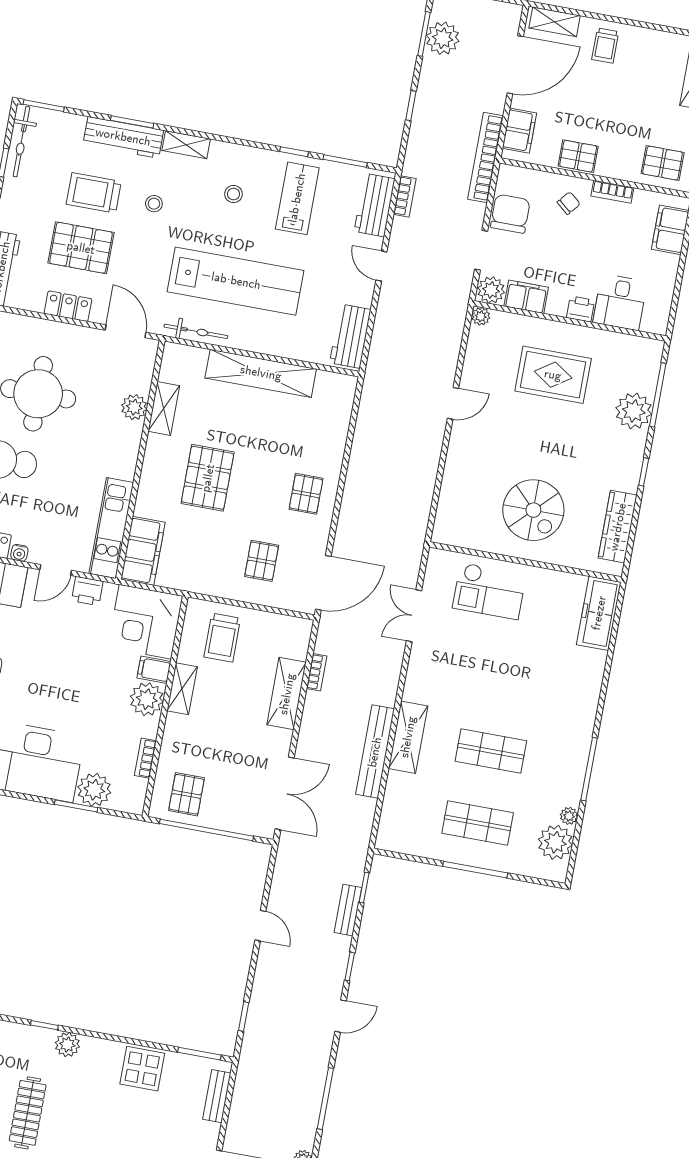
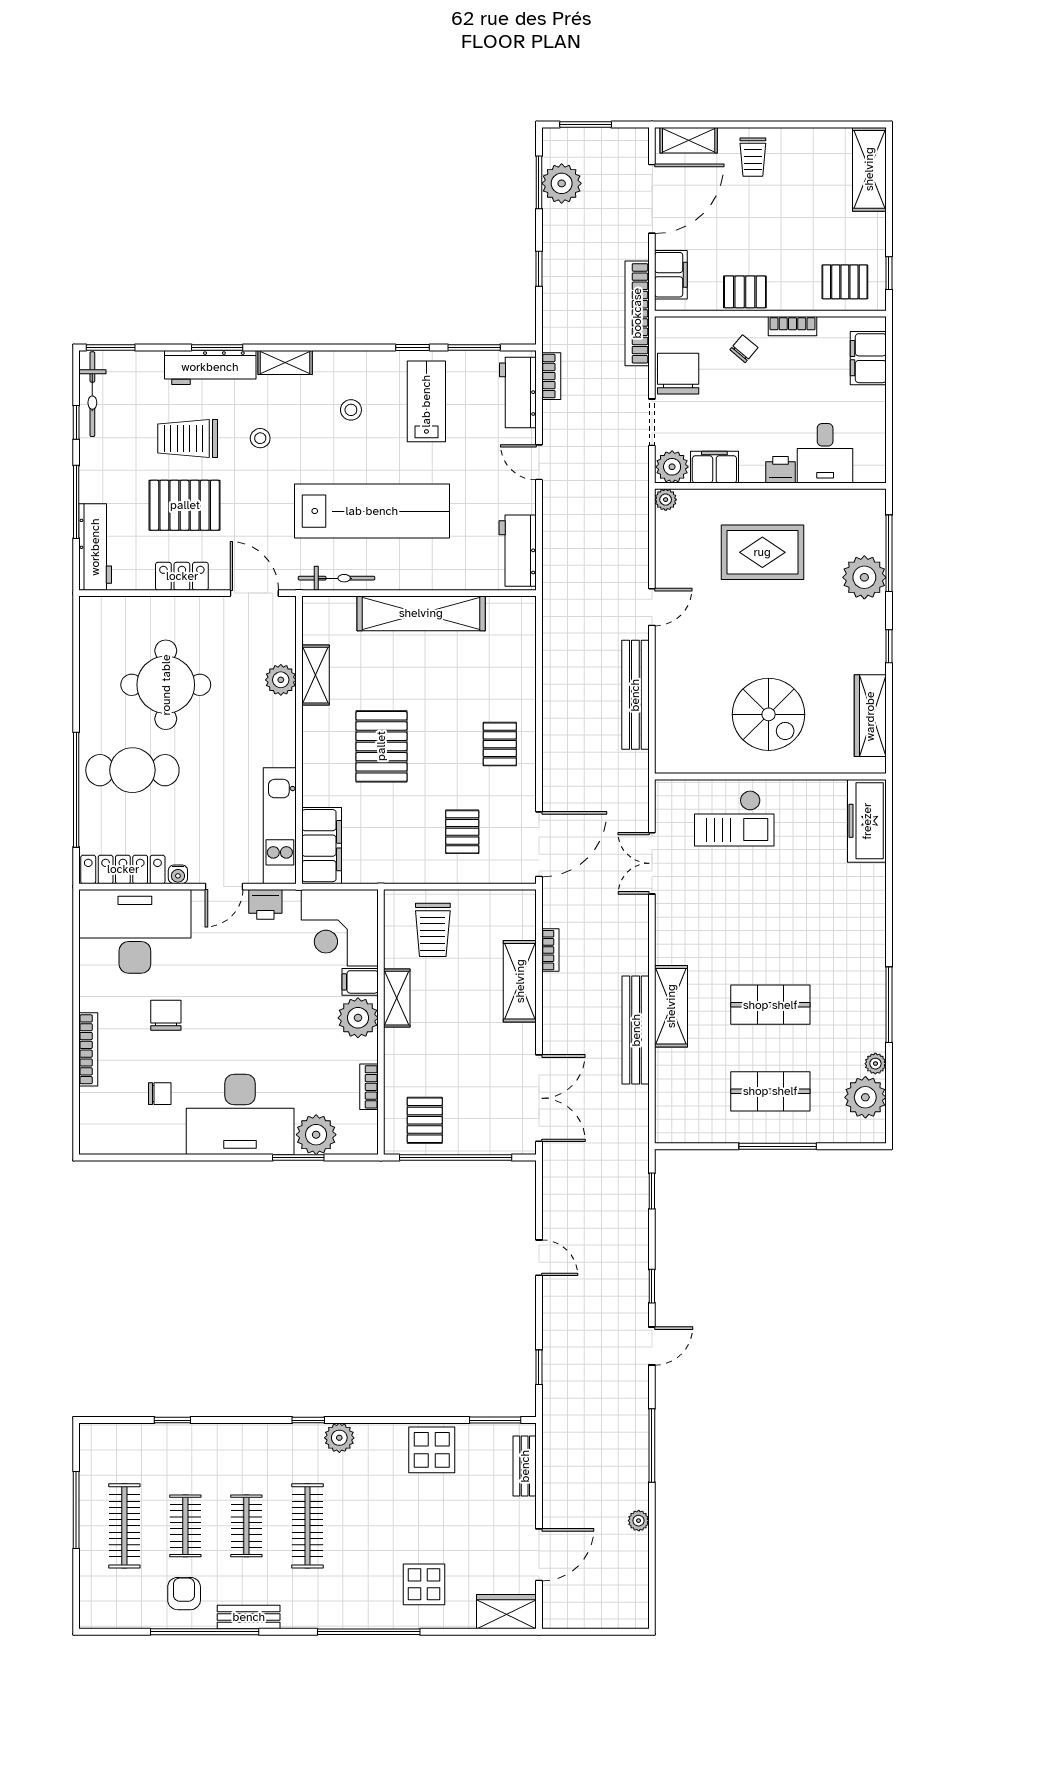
bench: (348, 910) -> (635, 695), moved, width x1.86, depth x1.21

